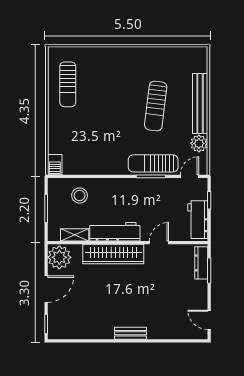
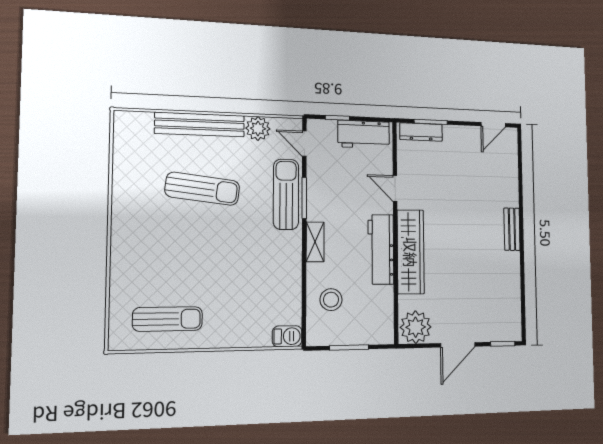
sun lounger: (153, 163) -> (286, 194), turned 180
shelving: (75, 235) -> (315, 242), moved
door: (46, 289) -> (458, 345), swing flipped

